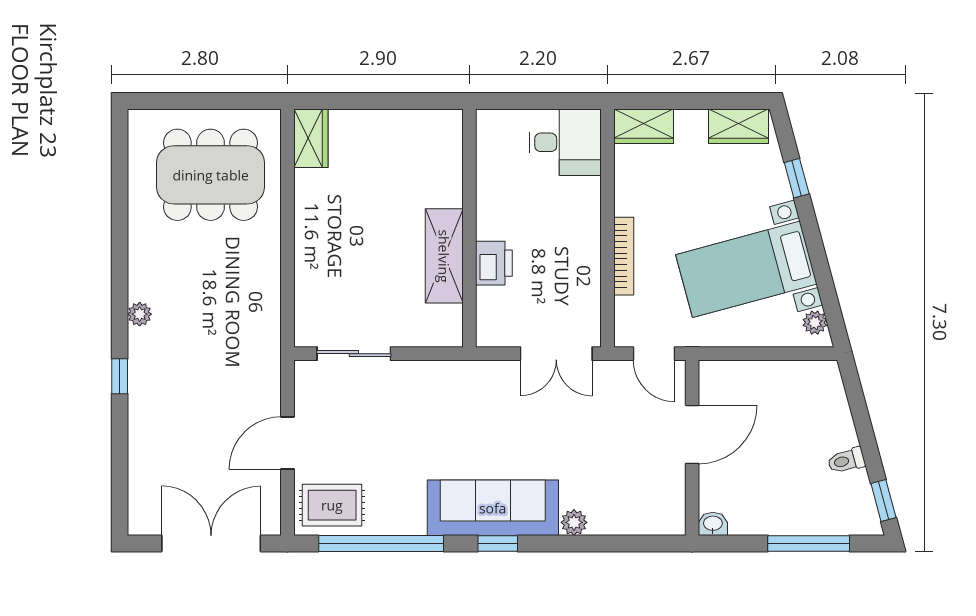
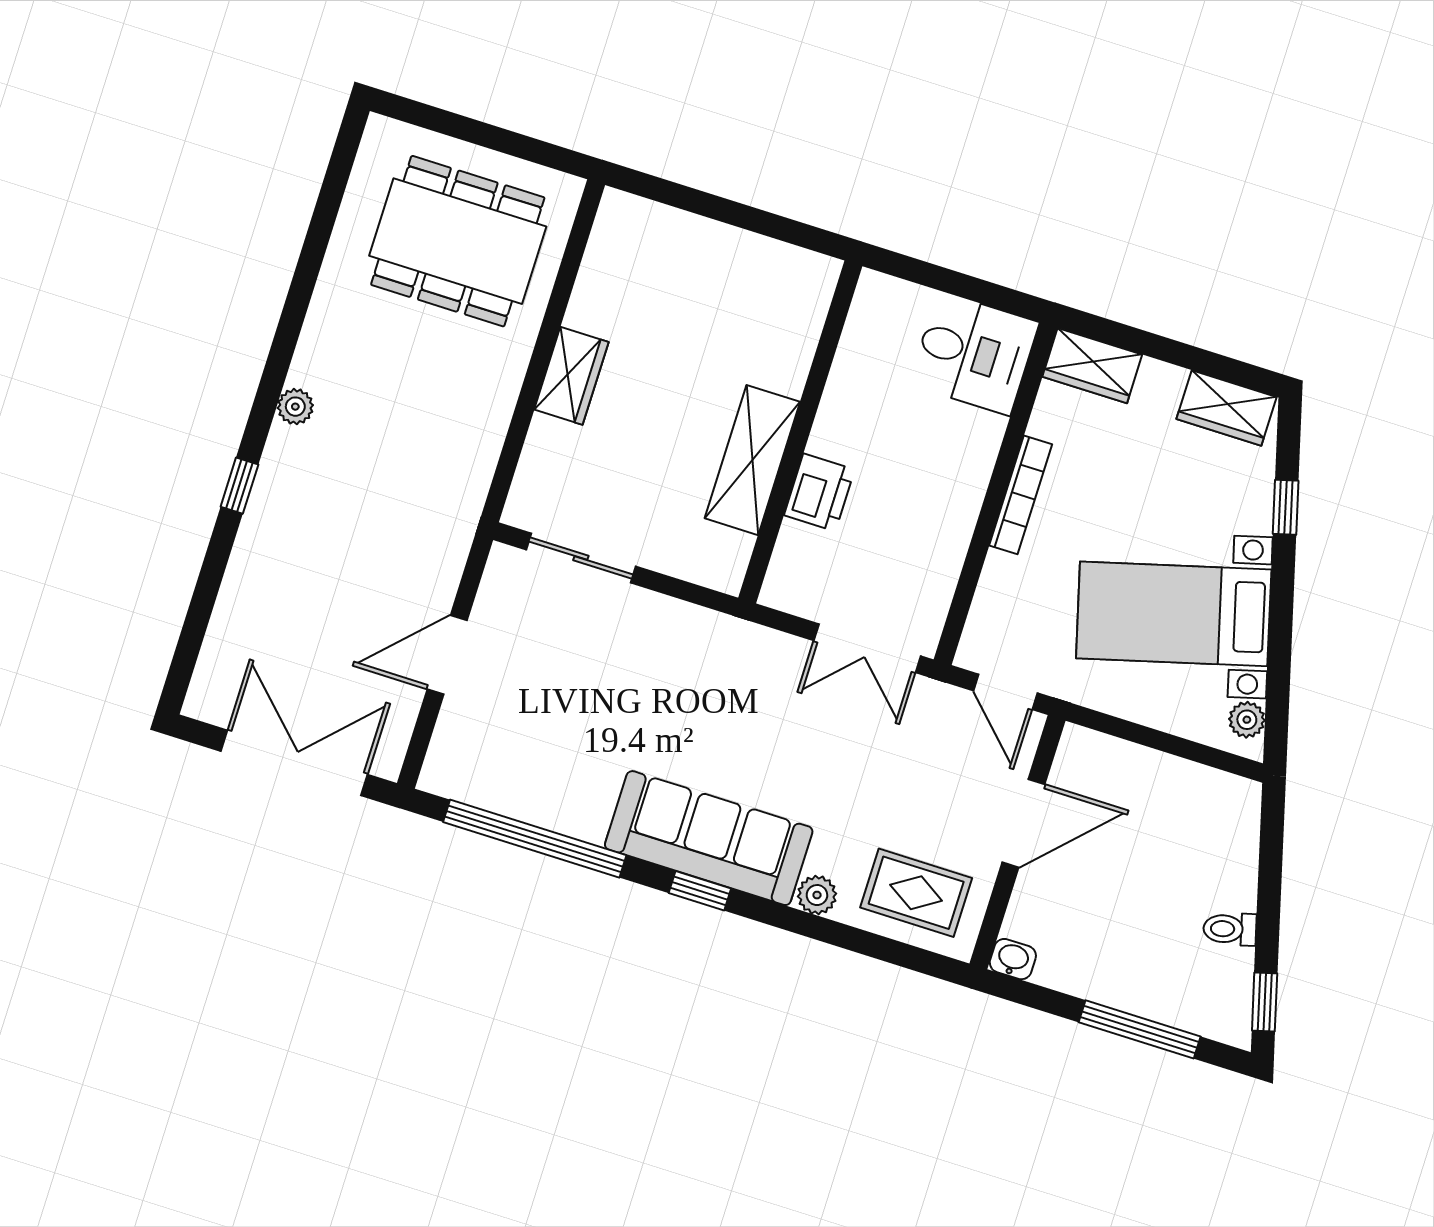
wardrobe: (311, 138) -> (571, 376), moved
bookcase: (624, 256) -> (1021, 495), moved
rug: (332, 505) -> (916, 893), moved

